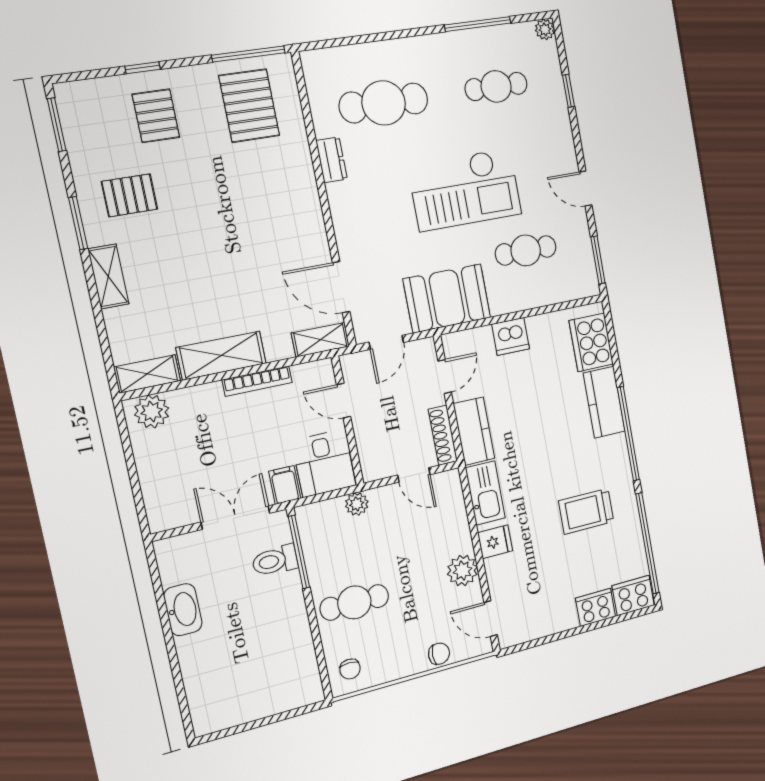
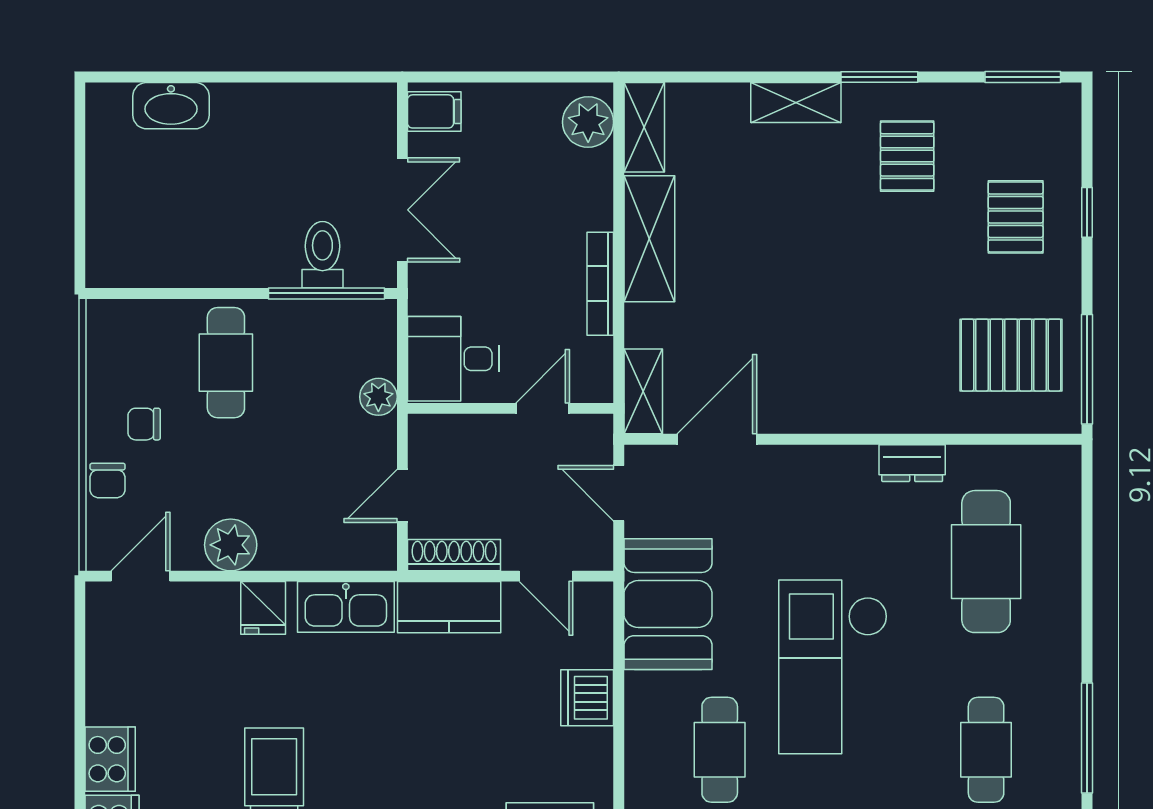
pallet: (156, 116) -> (1016, 217), turned 90
filing cabinet: (285, 485) -> (434, 111), moved
washbasin: (183, 610) -> (171, 106), moved
chair: (350, 669) -> (144, 424), moved

